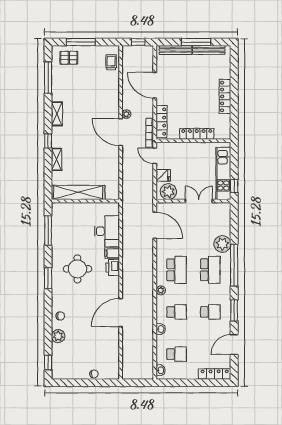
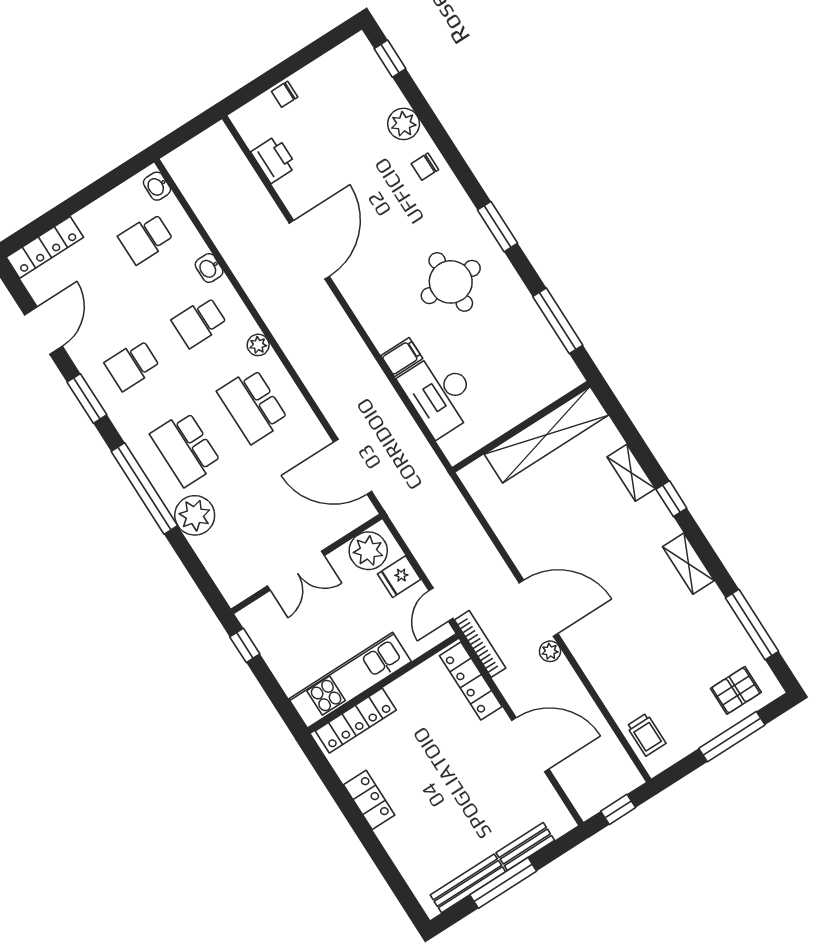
bench: (176, 50) -> (525, 847), width x0.73
locker: (225, 96) -> (369, 800), width x0.66
locker: (197, 134) -> (356, 721), moved
door: (155, 156) -> (441, 605), swing flipped
kitchen unit: (223, 173) -> (350, 680), moved, turned -90
printer: (113, 268) -> (274, 159), moved

